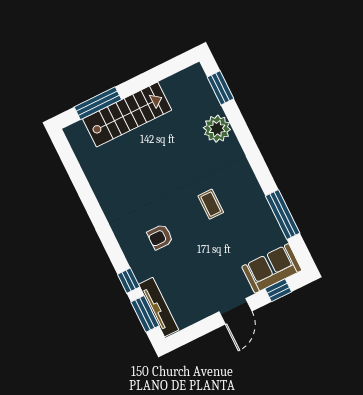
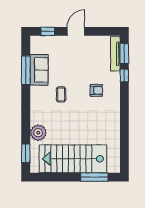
stairs: (127, 115) -> (73, 159), width x1.36, depth x1.51
sofa: (272, 268) -> (39, 70), moved, turned -90

